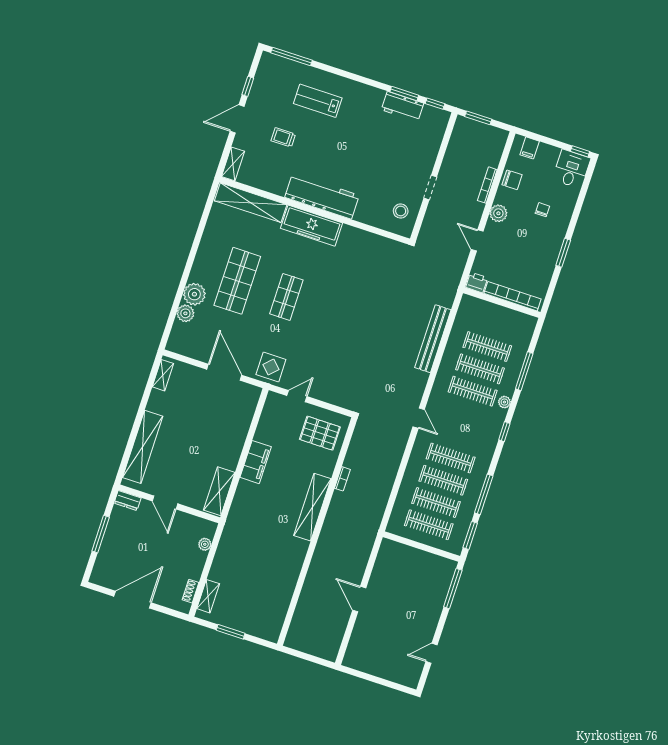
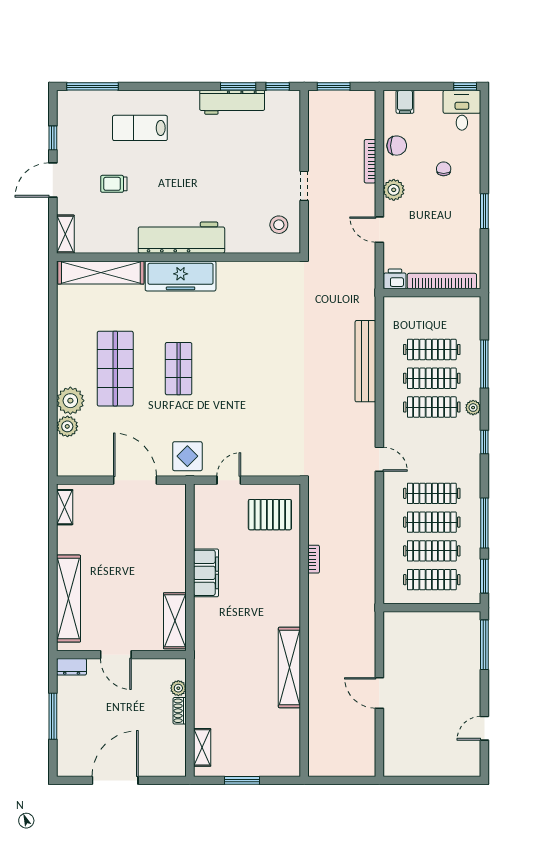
workbench: (402, 107) -> (232, 102), width x1.38
shelving: (312, 507) -> (289, 667), moved
shoe rack: (190, 591) -> (180, 711), moved

